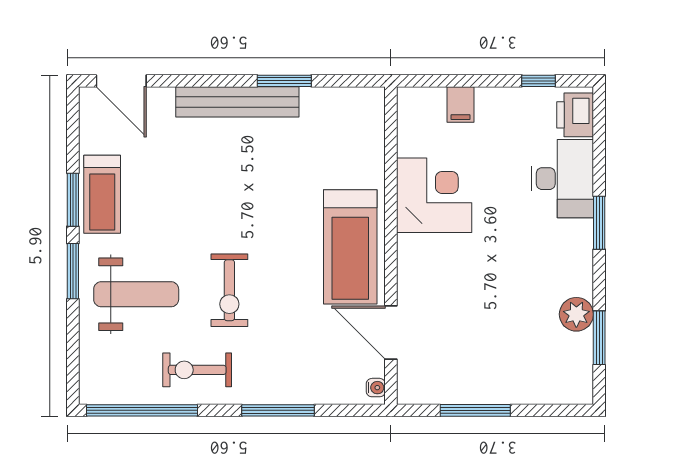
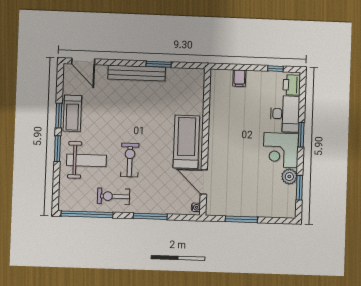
corner desk: (434, 195) -> (281, 150), moved, turned 180
treadmill: (350, 247) -> (186, 142), turned 180
exercise bike: (229, 290) -> (130, 160), turned 180

